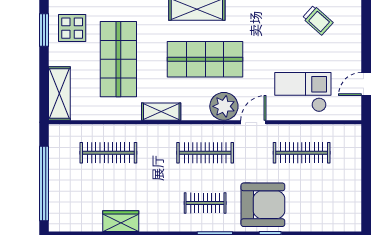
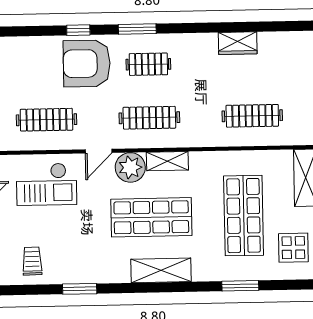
trolley: (318, 20) -> (32, 261), turned 47
shelving: (161, 112) -> (167, 161), moved

